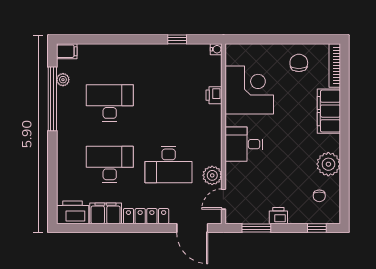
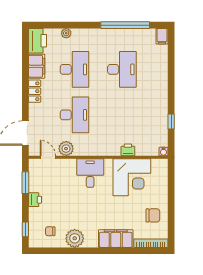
plant: (63, 80) -> (66, 33), moved
desk: (169, 164) -> (75, 115), turned 180
locker: (146, 216) -> (35, 91), width x0.66

